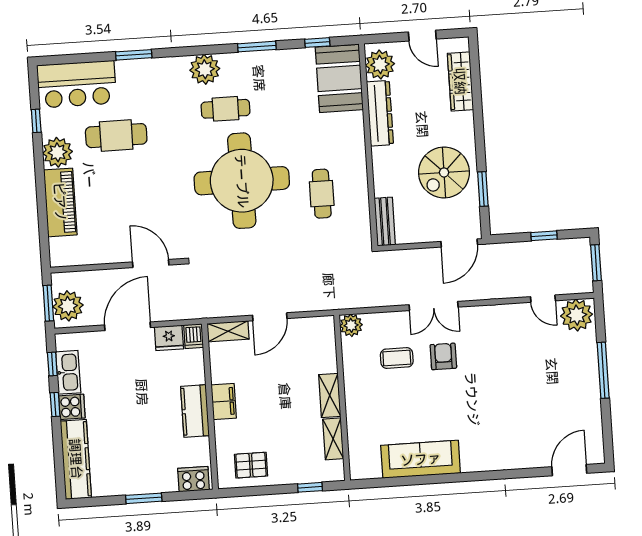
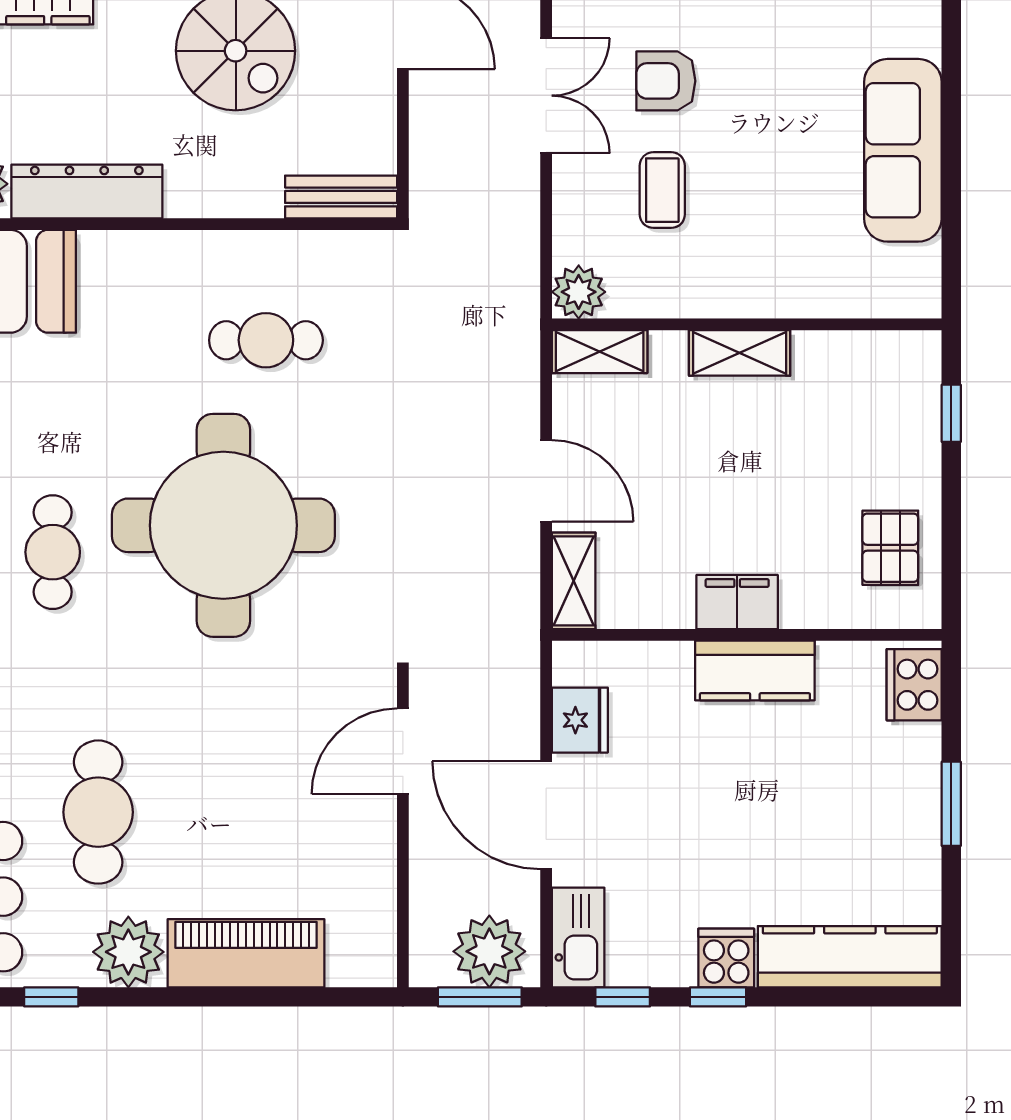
dishwasher: (194, 336) -> (580, 662), removed
kitchen sink: (68, 372) -> (578, 938), moved, turned 90
shelving: (333, 439) -> (600, 352), moved

